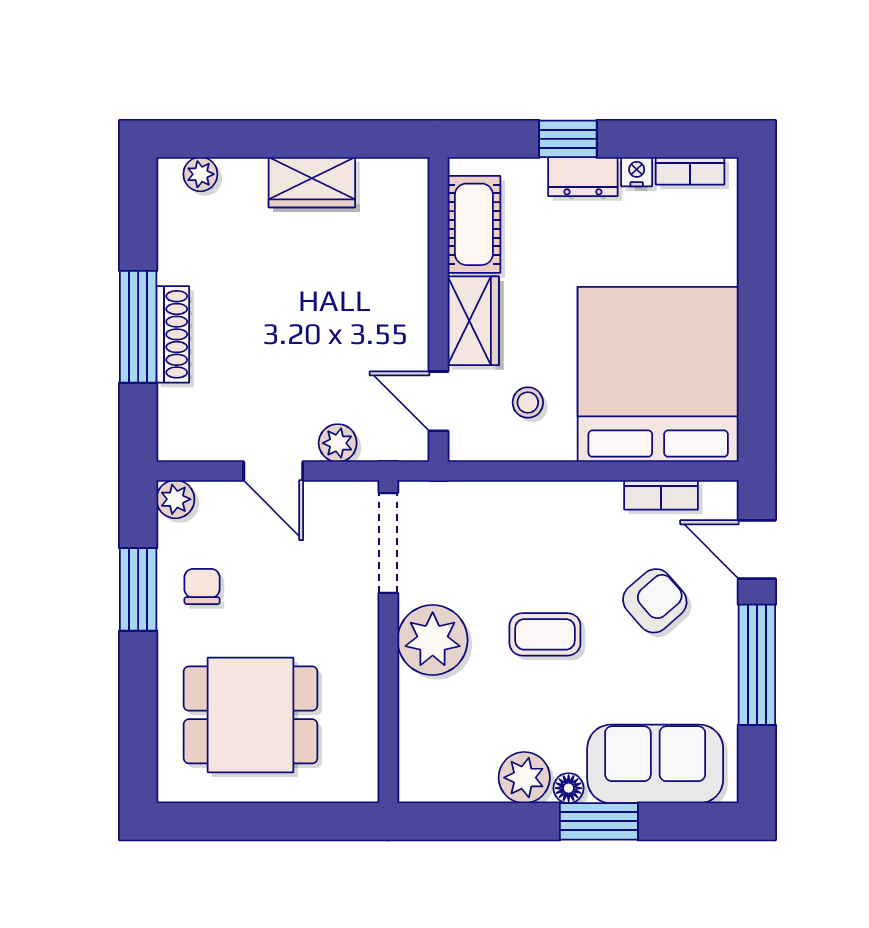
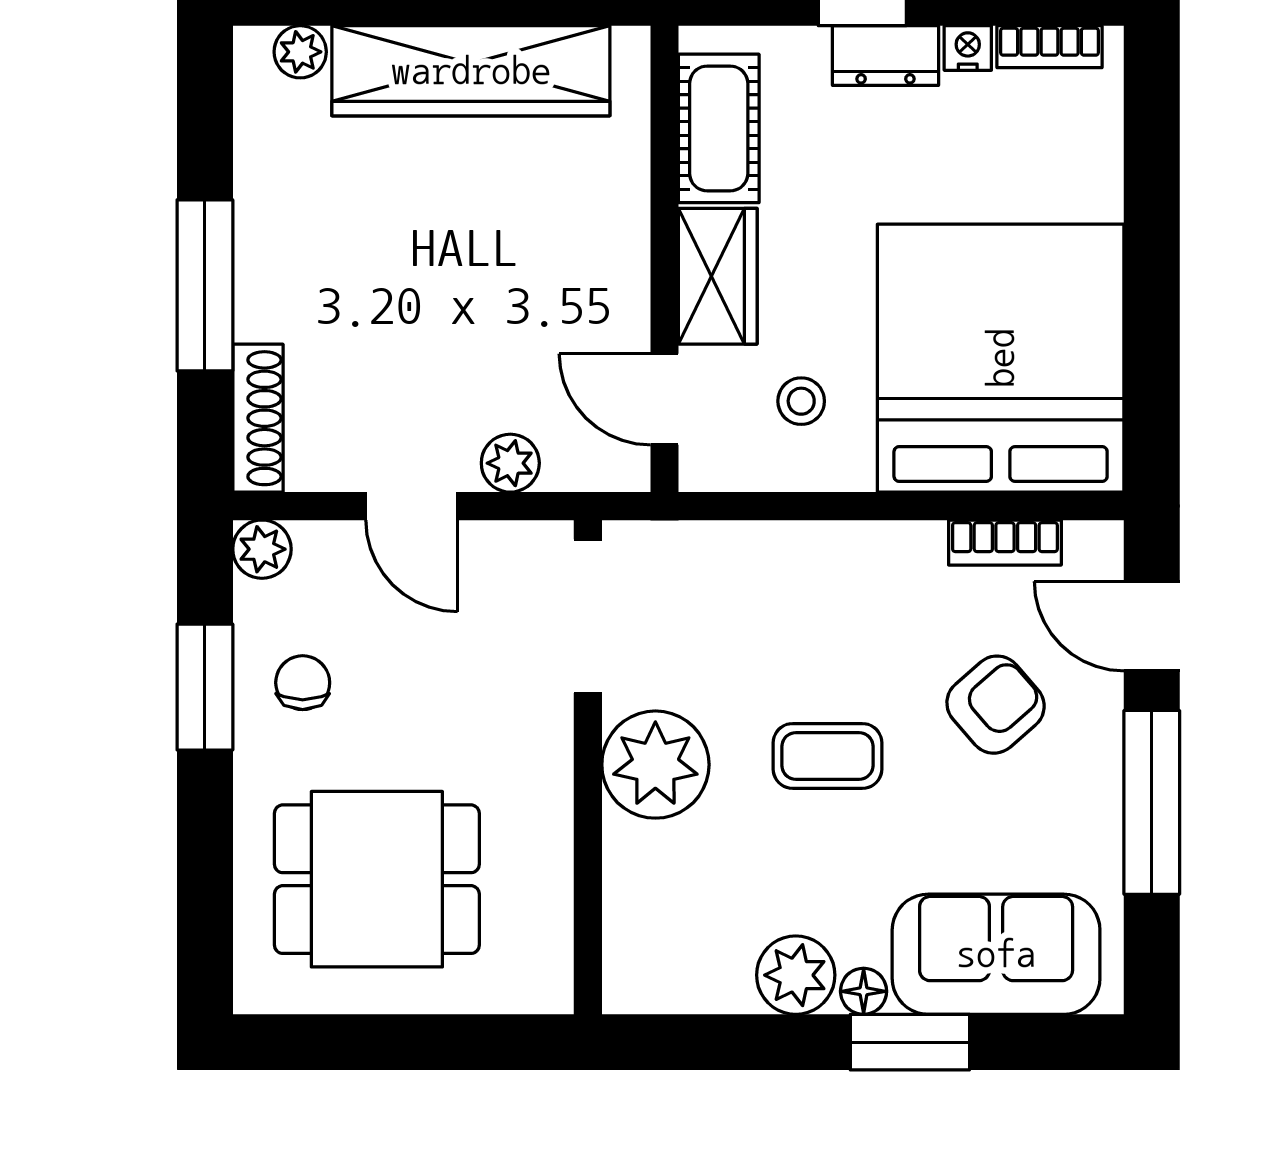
wardrobe: (312, 182) -> (471, 71), width x2.10, depth x1.17
shoe rack: (173, 334) -> (258, 418), moved

